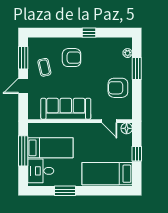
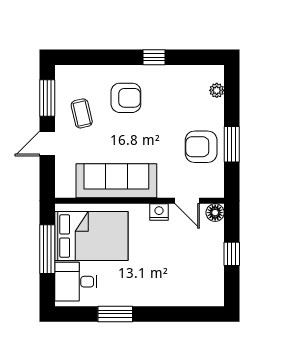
window: (137, 69) -> (232, 144), moved
nightstand: (92, 128) -> (159, 212), added
bed: (50, 148) -> (91, 236), width x1.50
bed: (107, 174) -> (183, 286), removed

